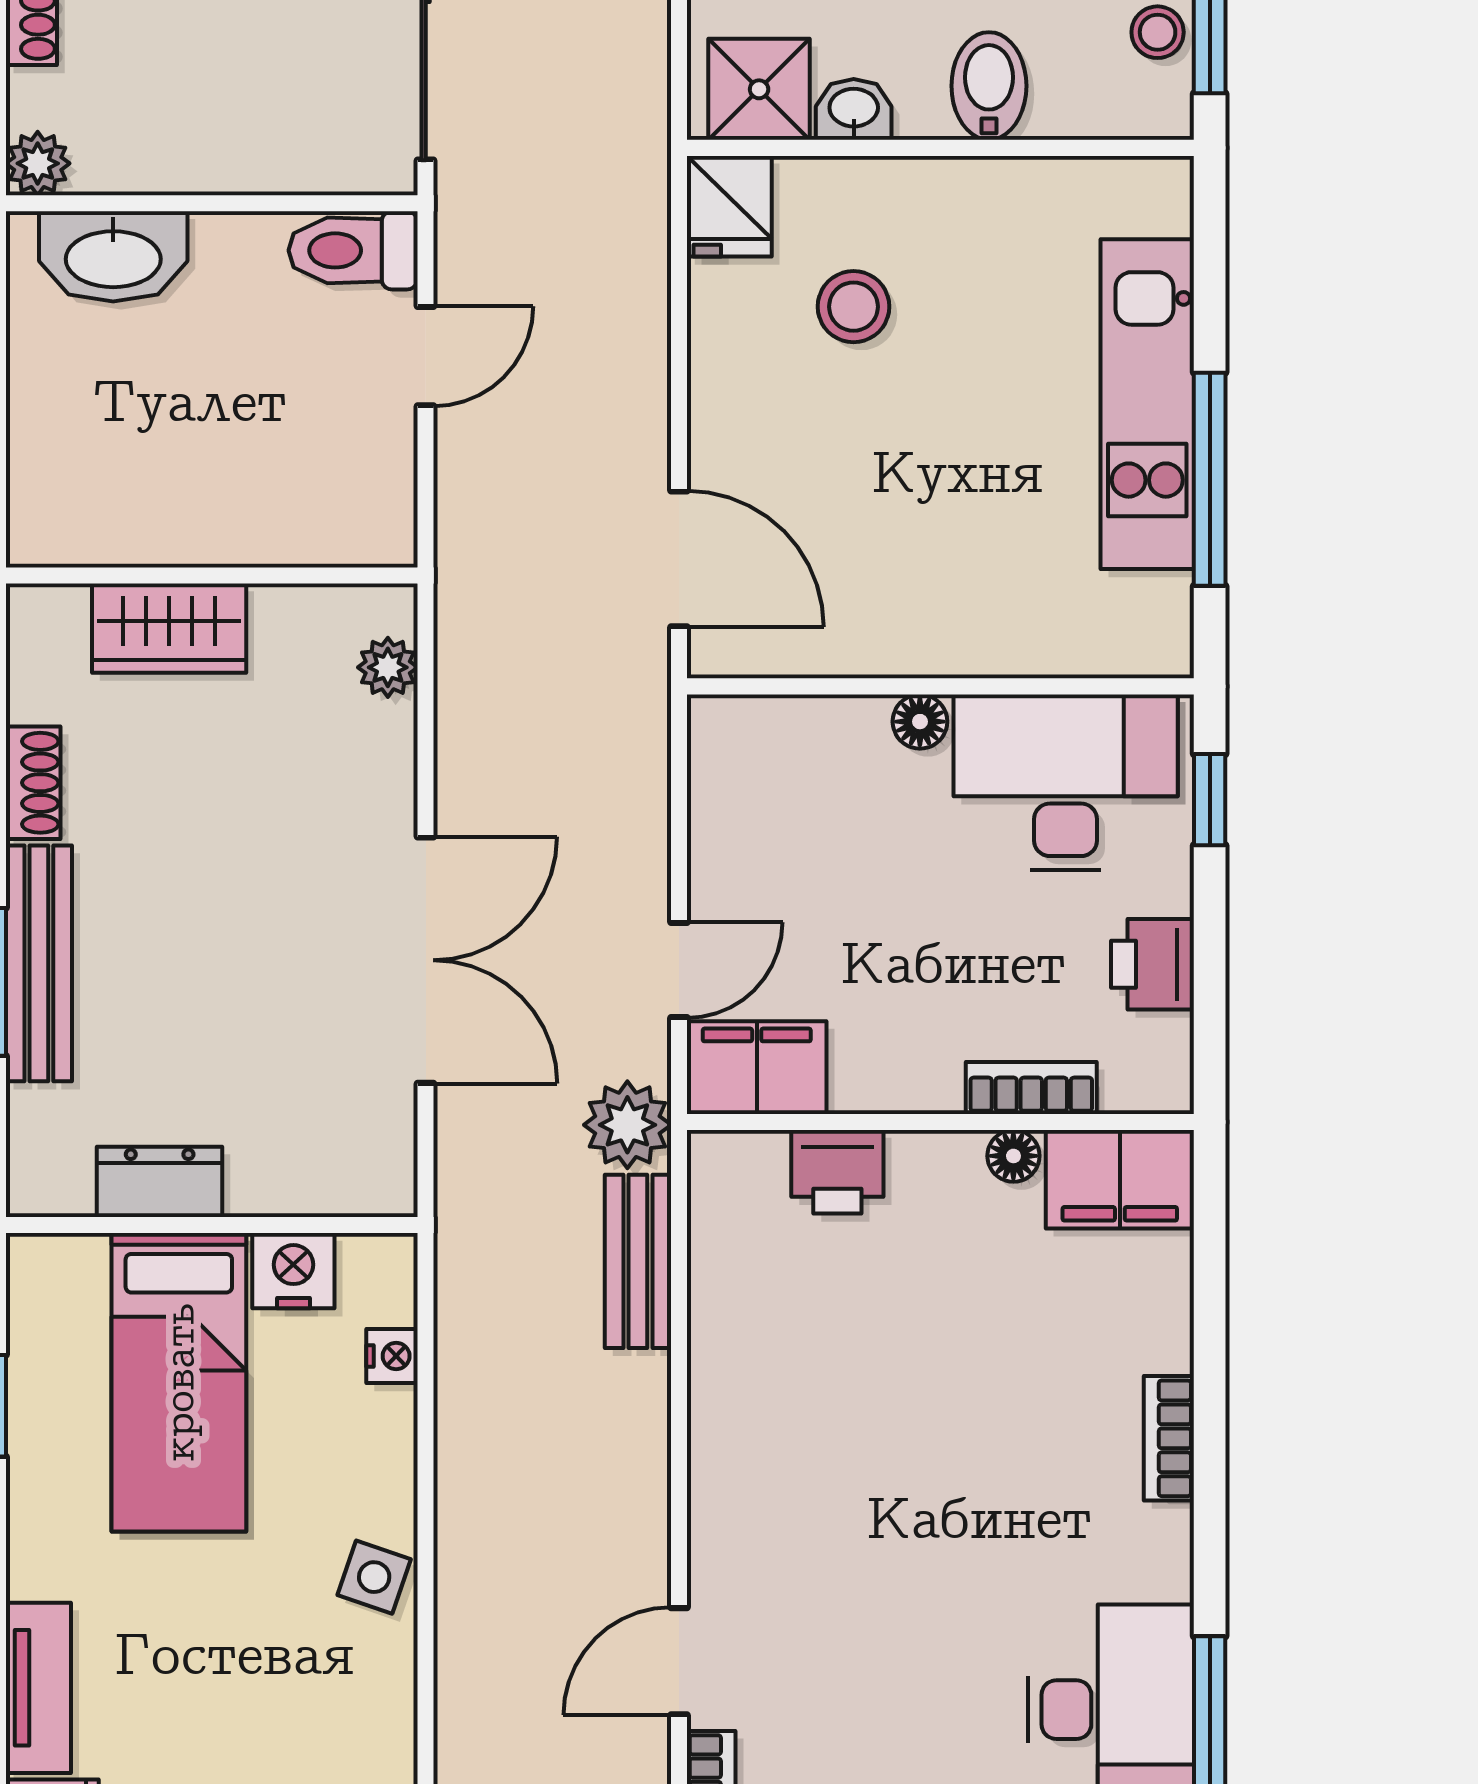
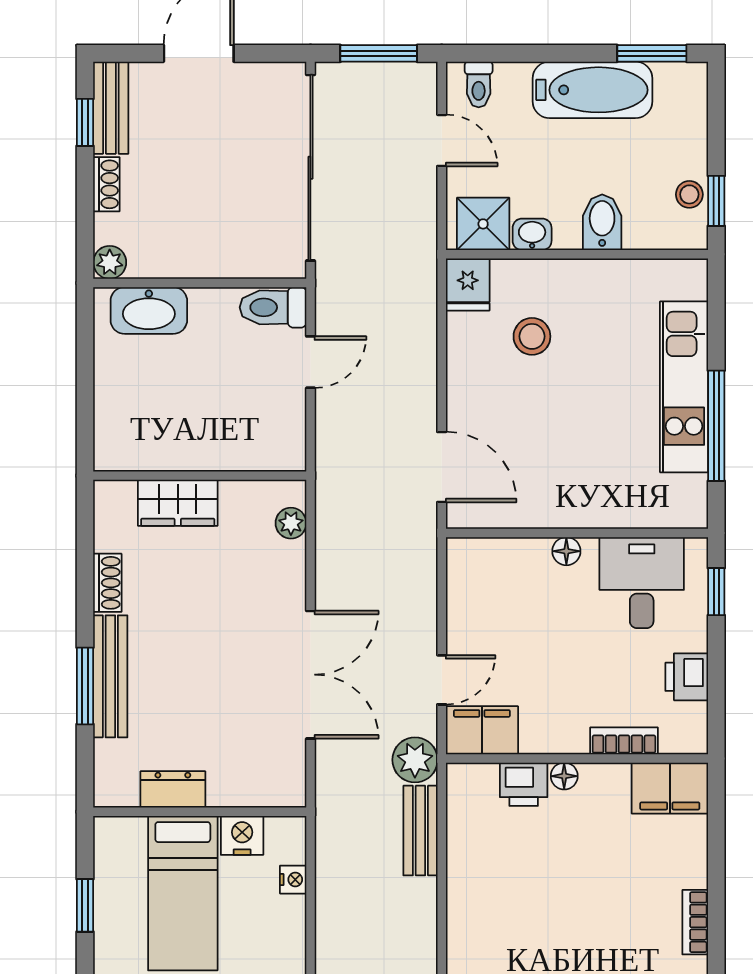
desk: (1066, 782) -> (642, 583), width x0.73
floor lamp: (1013, 1156) -> (564, 776), moved

